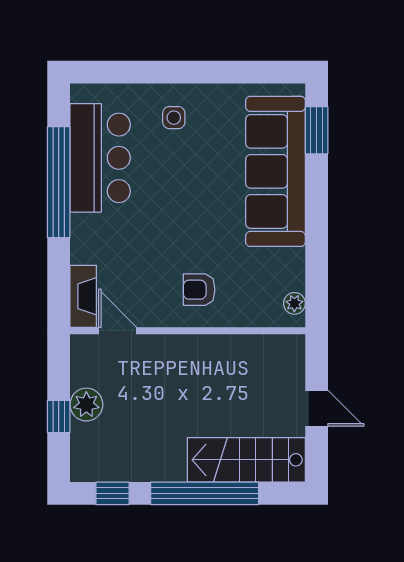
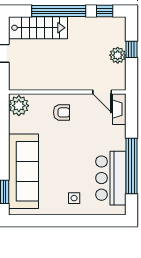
plant: (294, 303) -> (19, 106), width x1.88, depth x1.88

